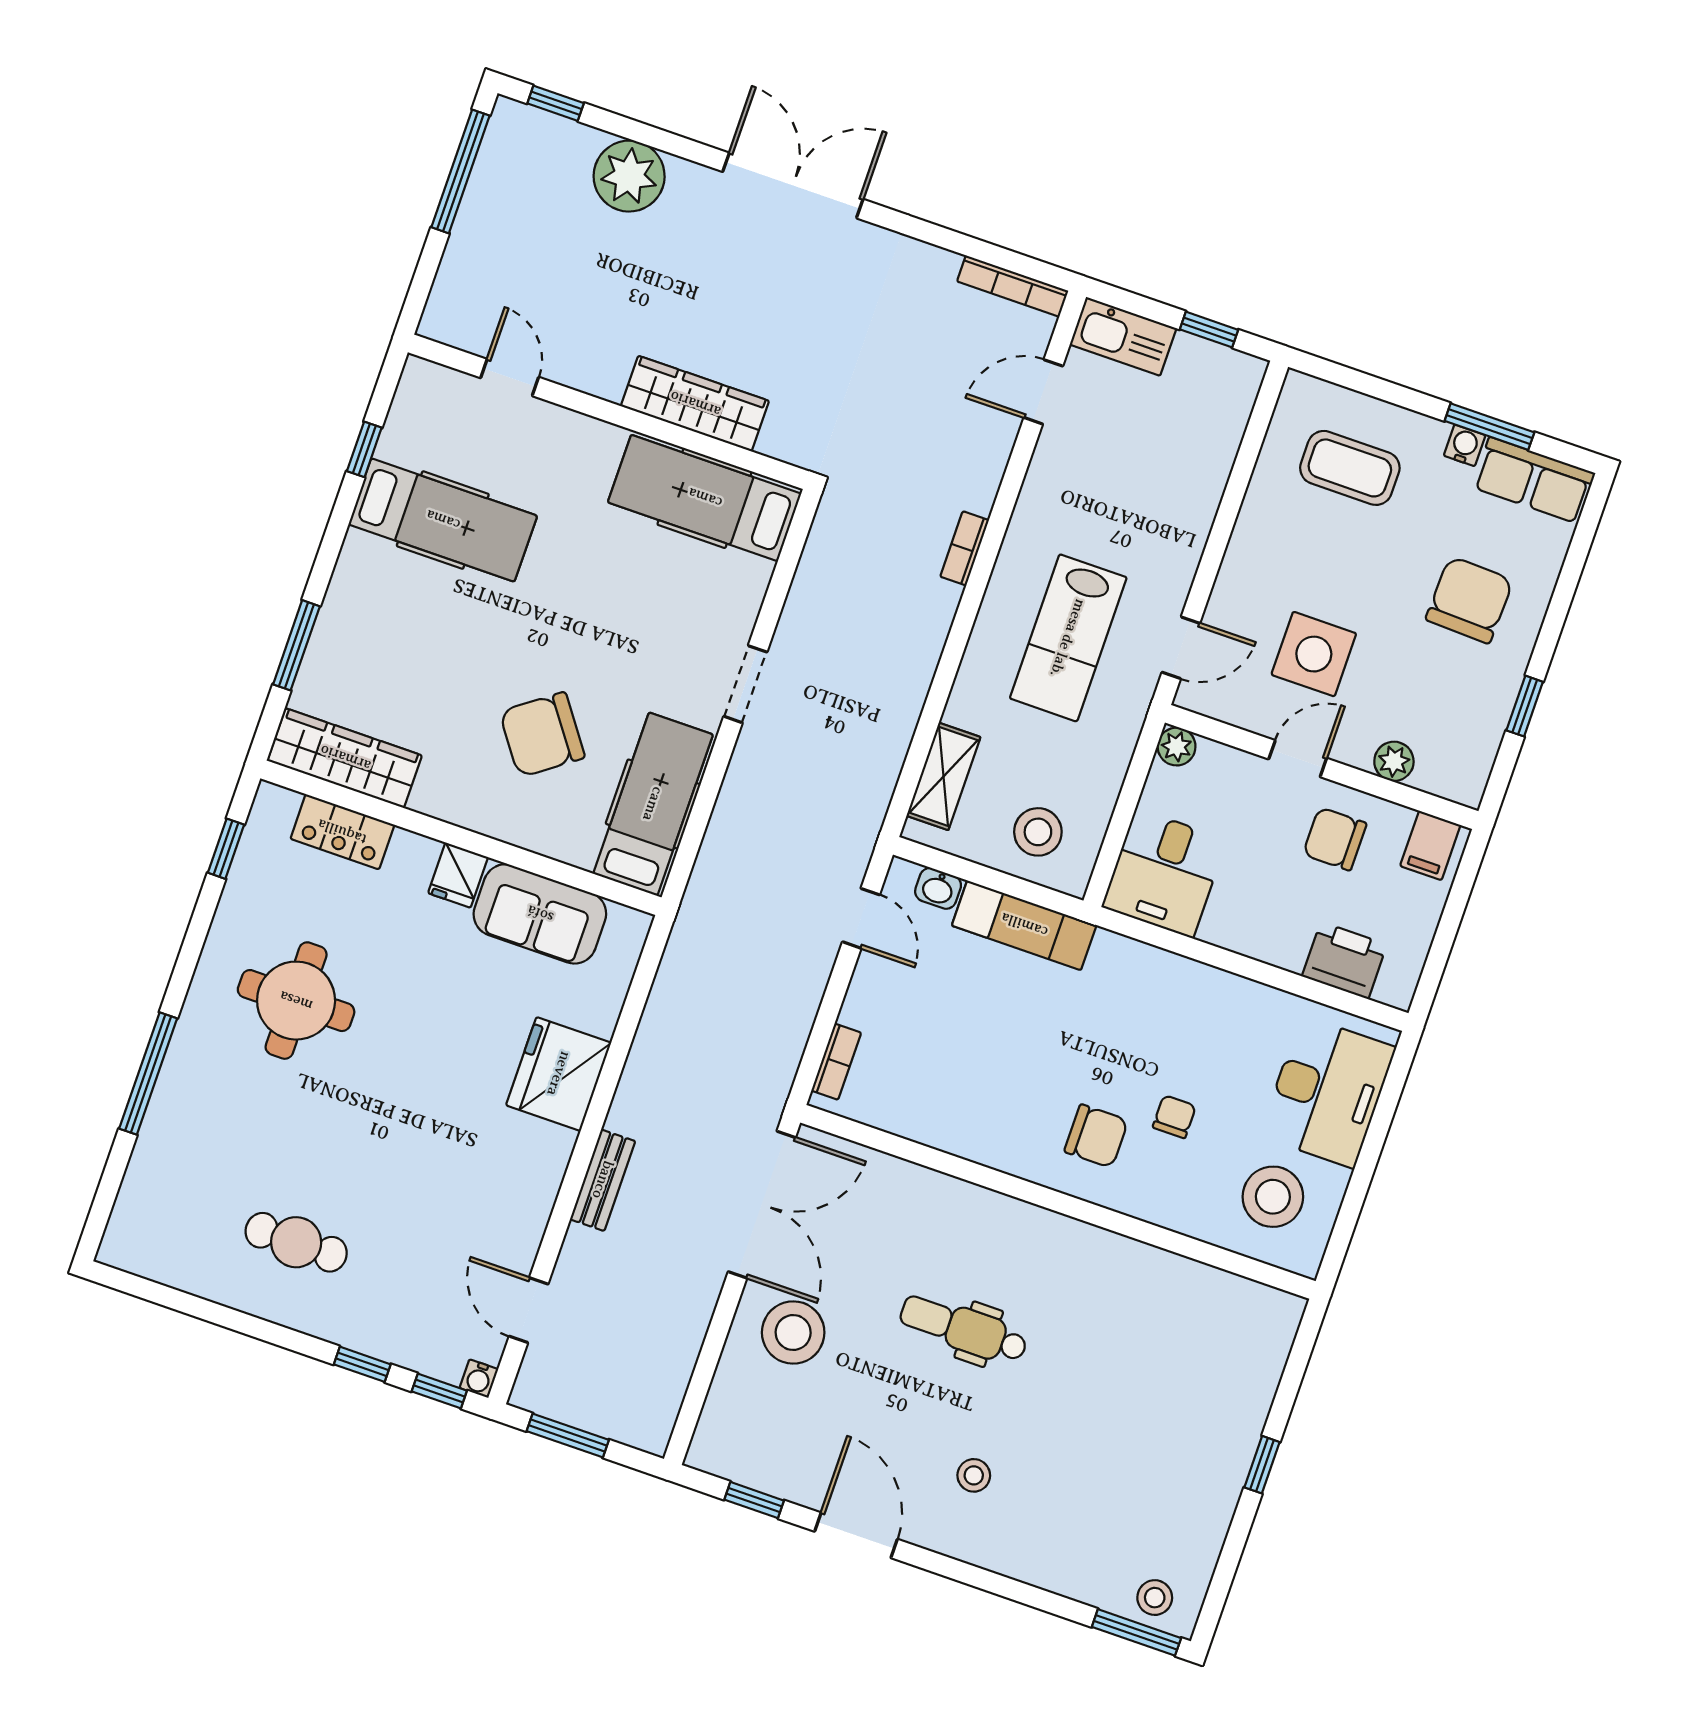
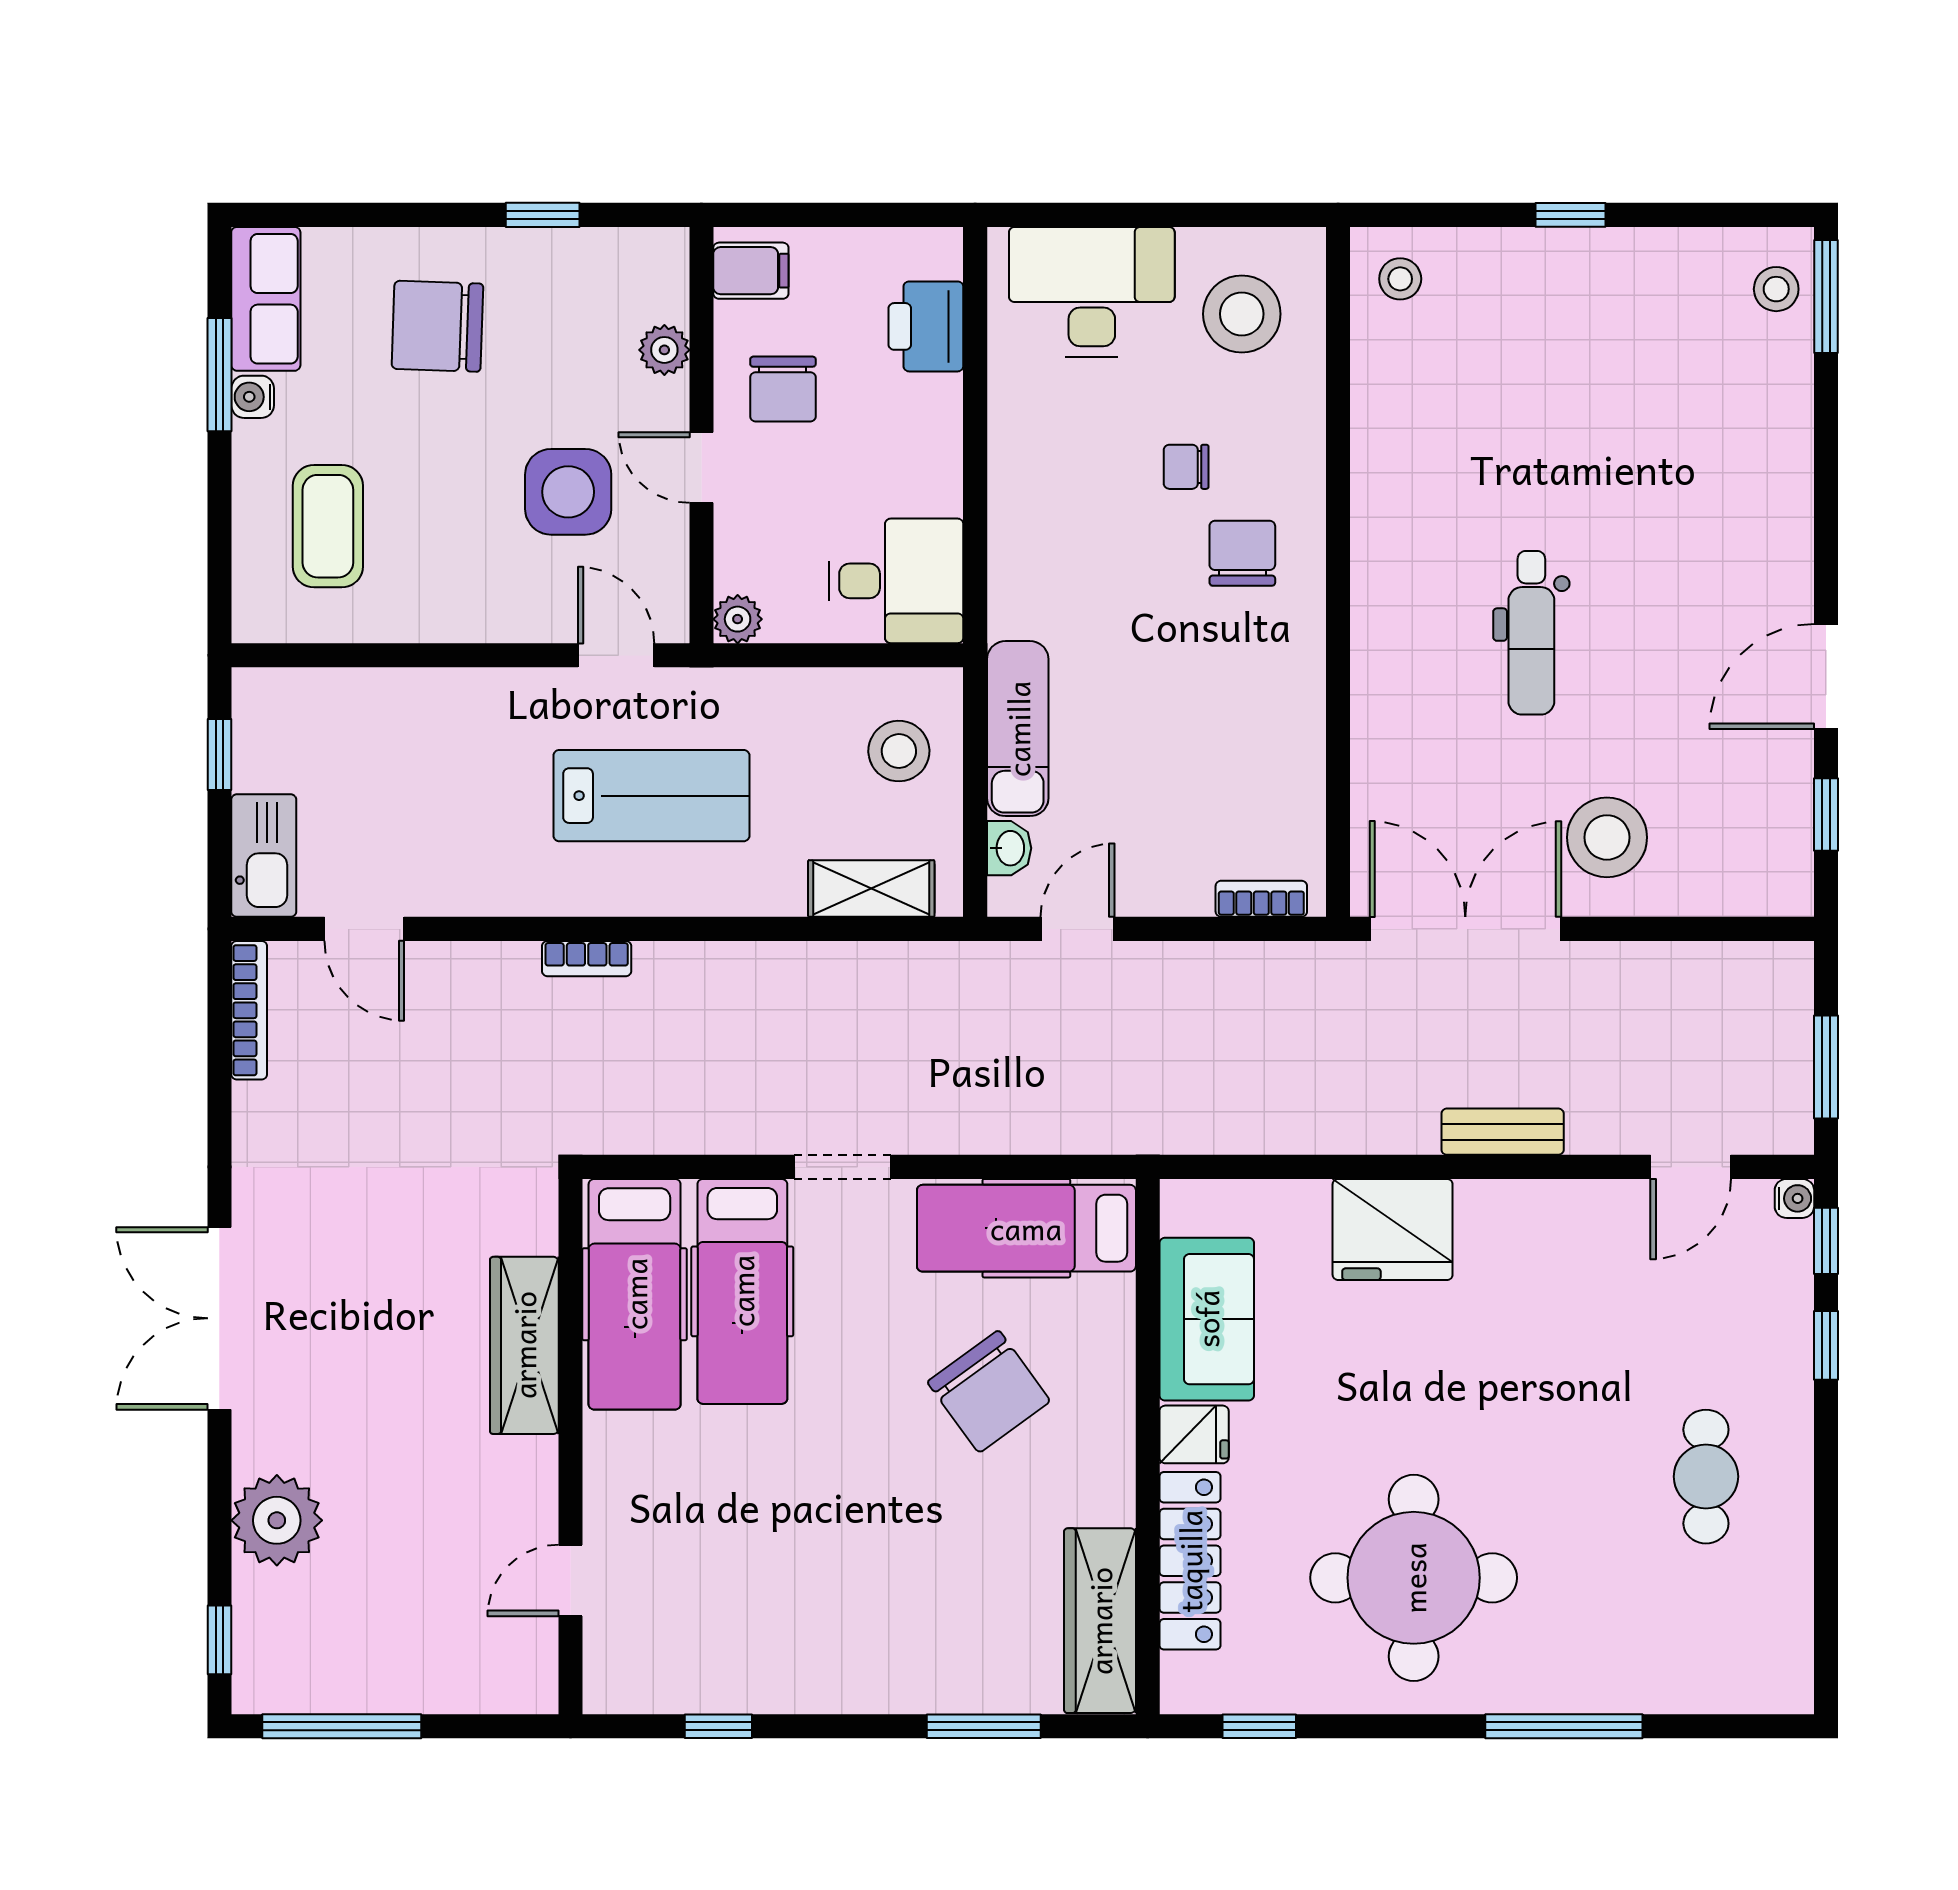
hospital bed: (443, 520) -> (742, 1291), moved, turned 180
locker: (342, 832) -> (1190, 1561), width x1.53
round table: (296, 1001) -> (1414, 1578), width x1.36, depth x1.36
stool: (974, 1475) -> (1400, 279), moved

